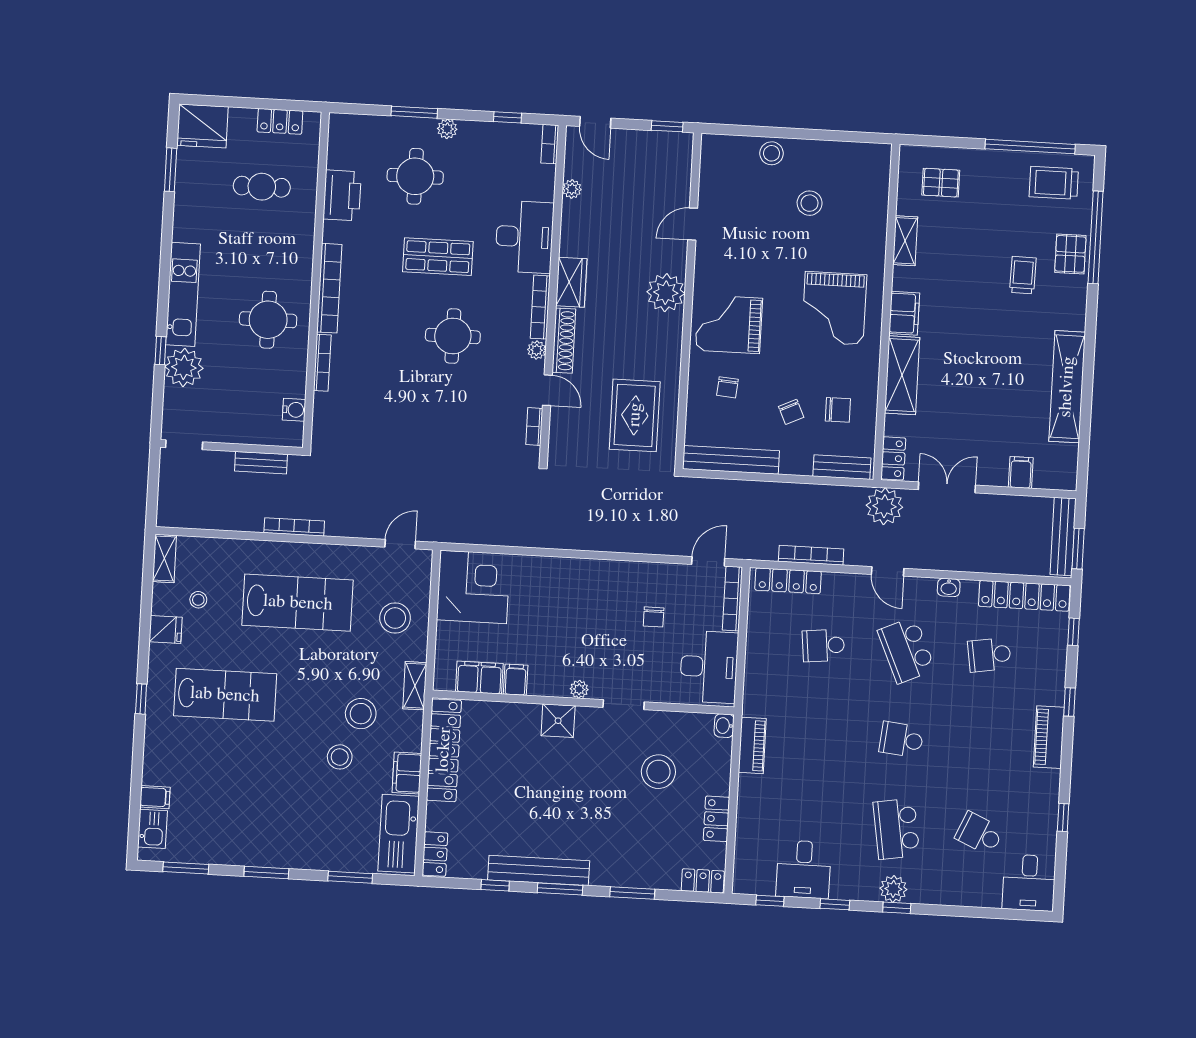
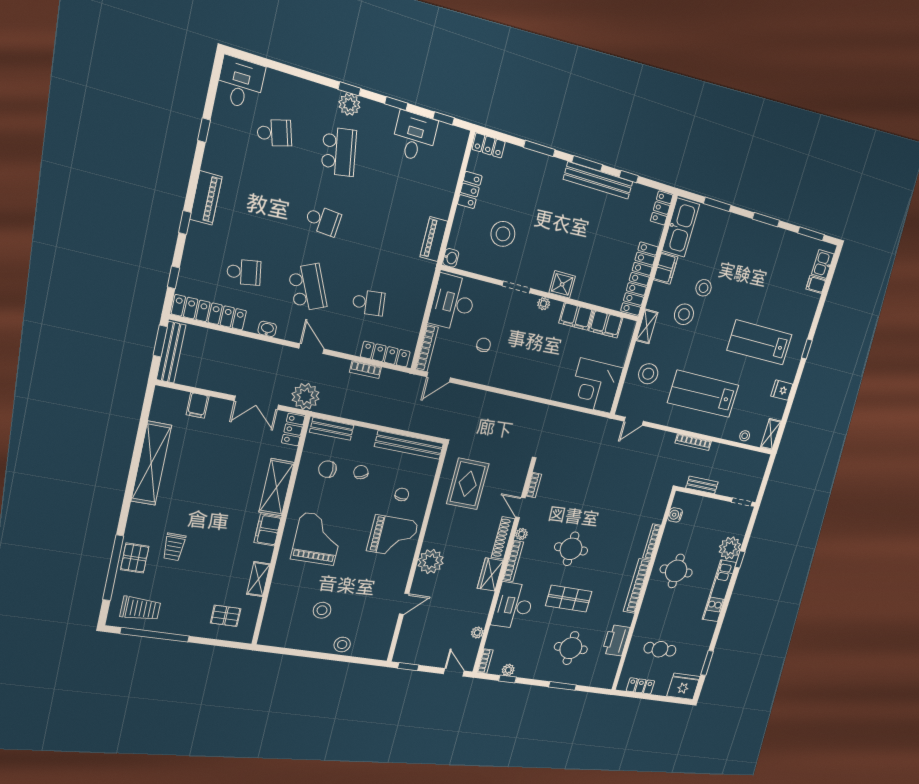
plant: (447, 129) -> (508, 670), moved
bookcase: (811, 555) -> (365, 370), width x0.64
stool: (198, 600) -> (745, 436), moved
filing cabinet: (516, 680) -> (576, 316), width x2.00
school desk: (979, 834) -> (274, 133), turned -39

